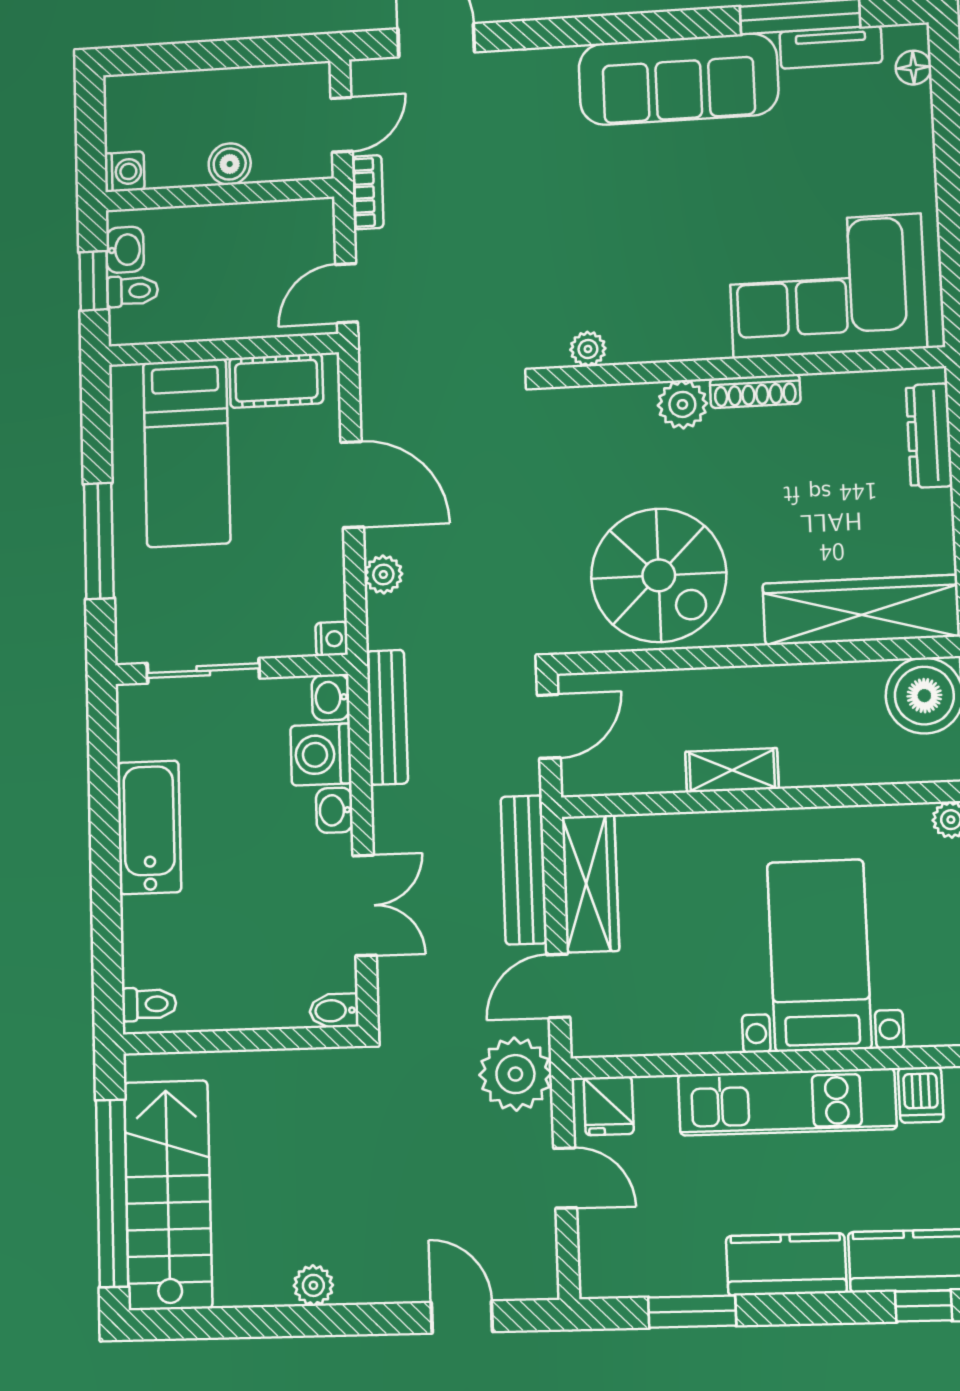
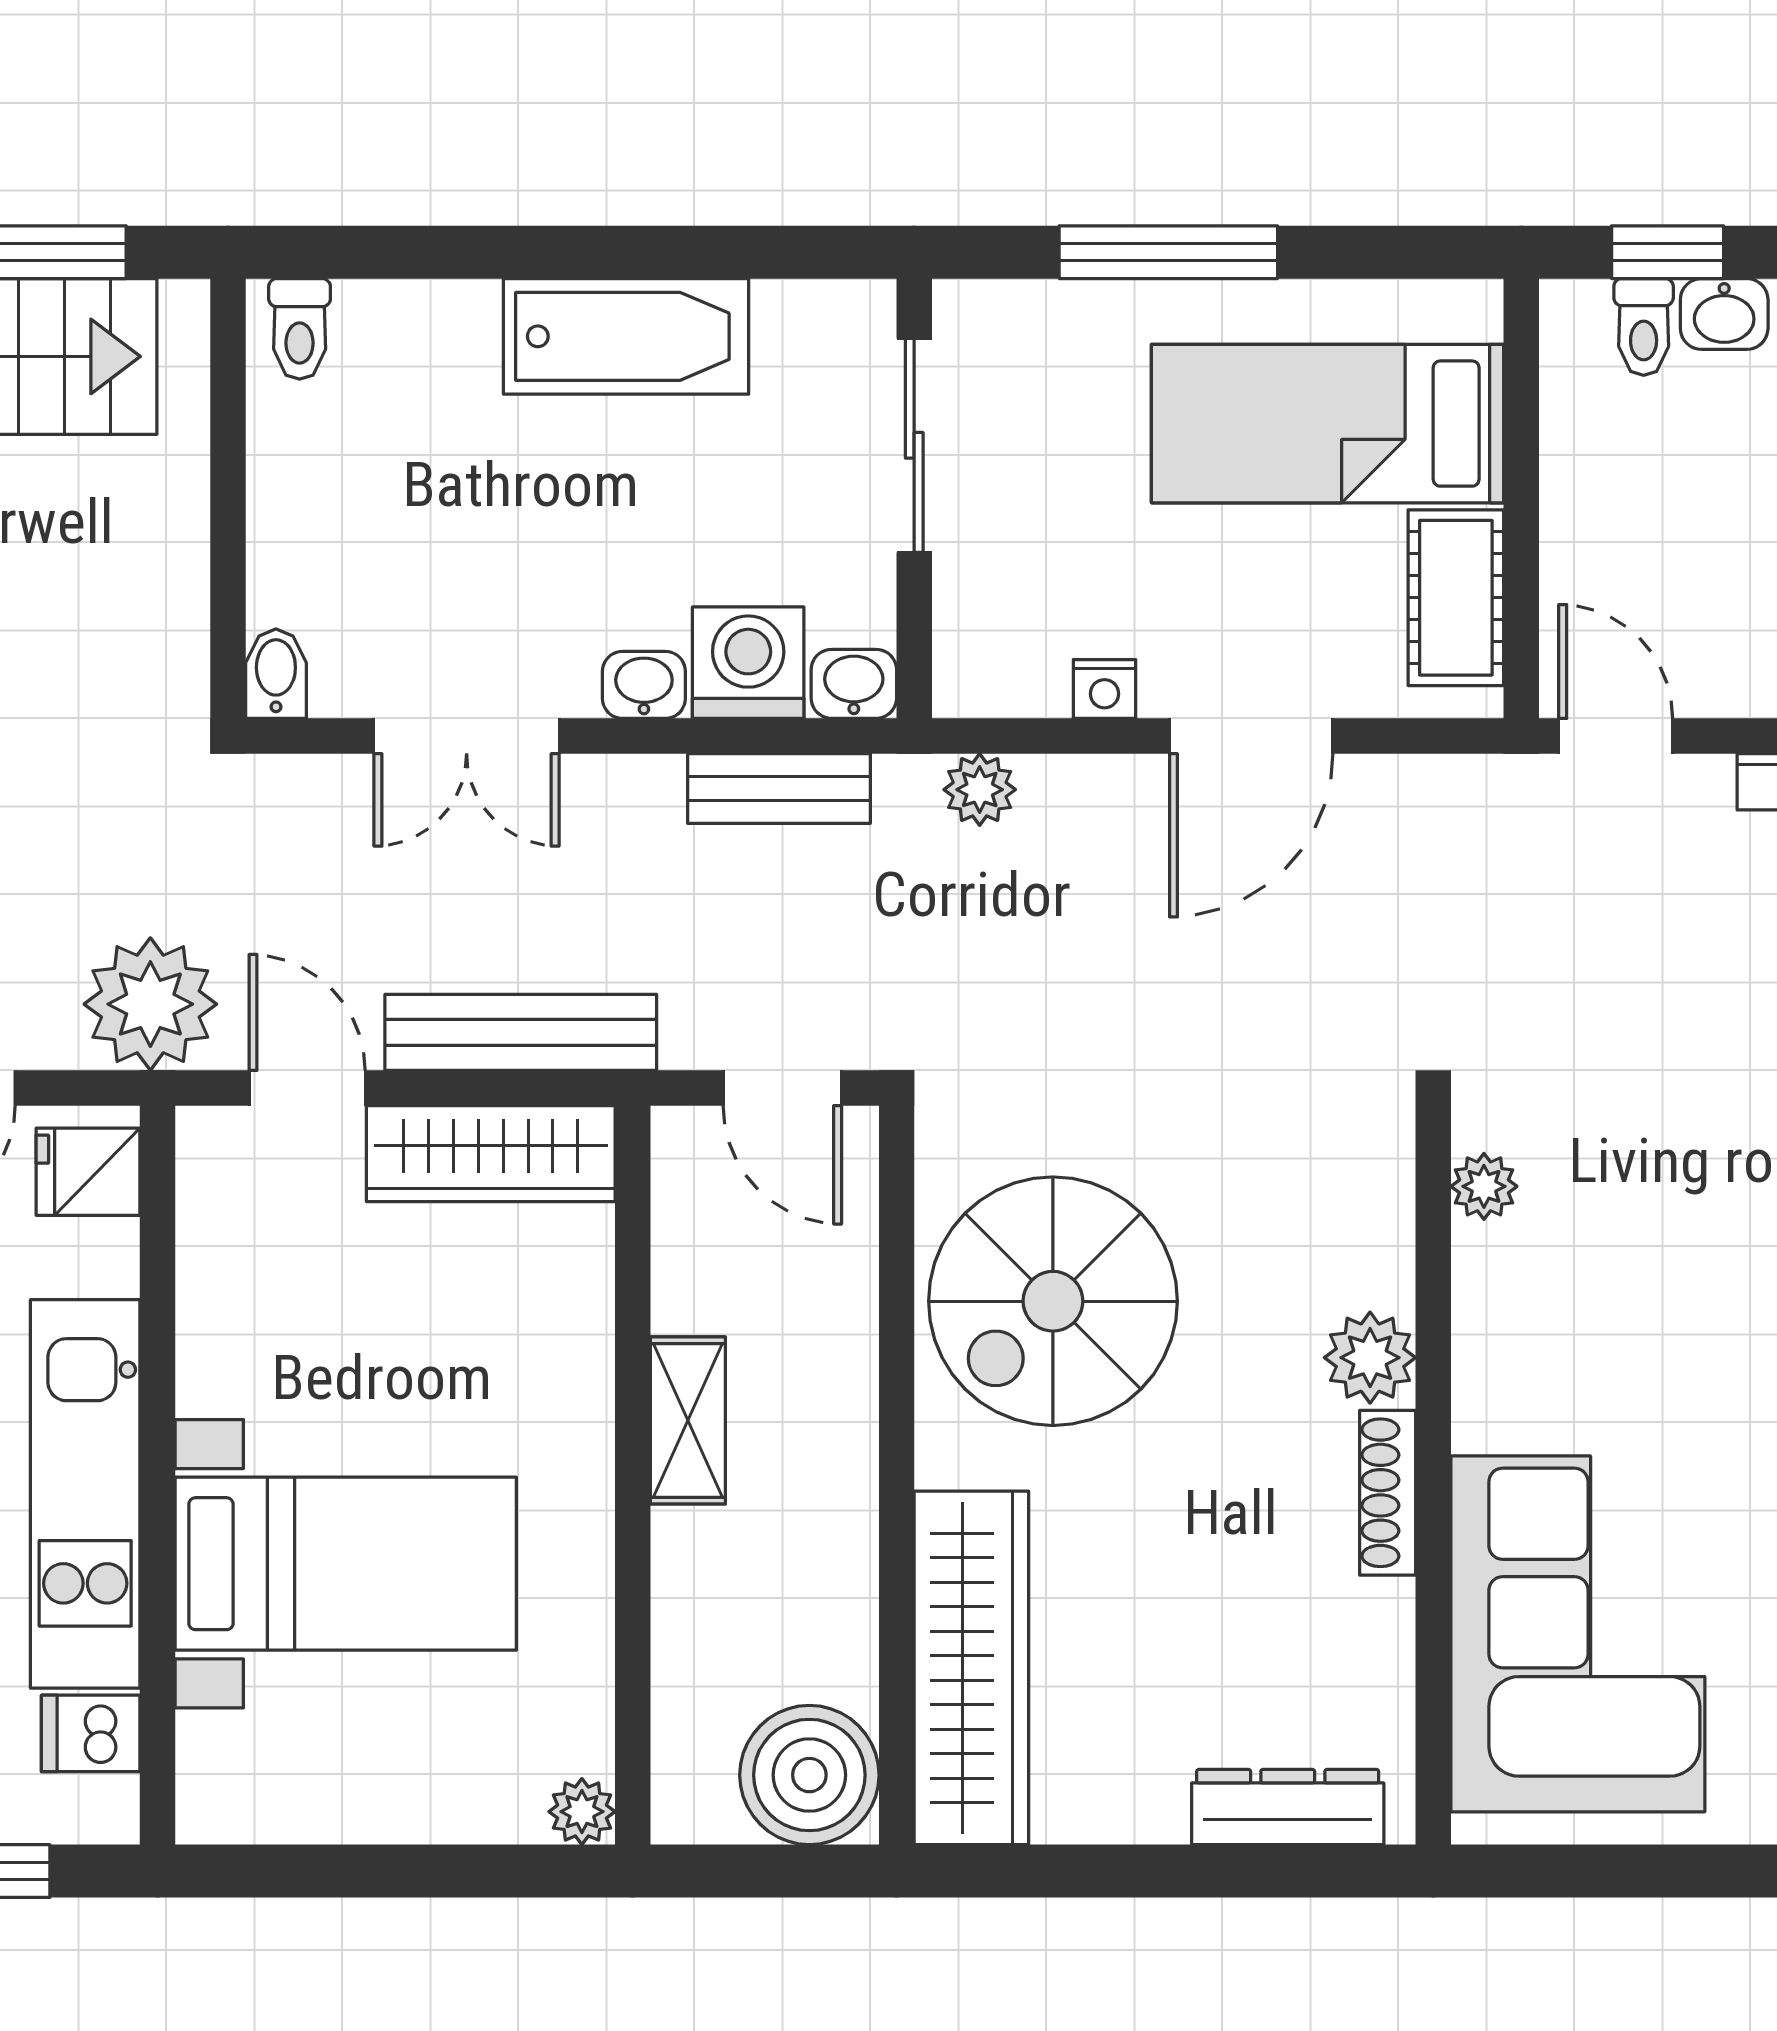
plant: (383, 574) -> (980, 790), moved
nightstand: (332, 639) -> (1104, 689), moved
bench: (387, 717) -> (779, 789), width x0.73

